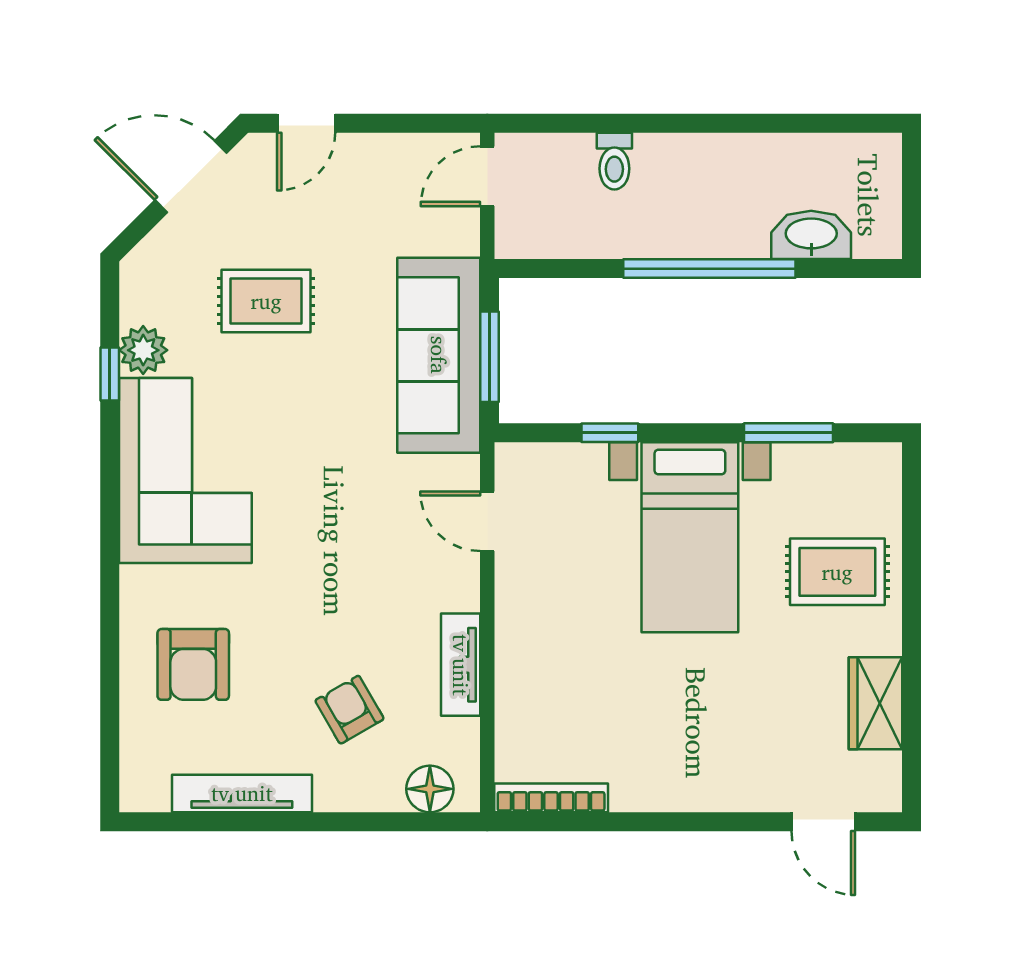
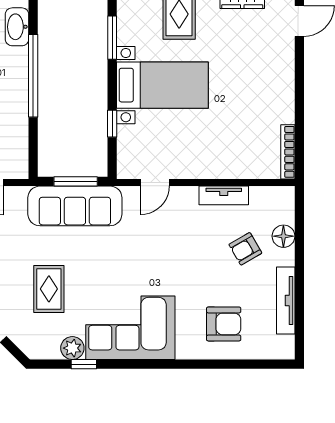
floor lamp: (430, 789) -> (283, 236), moved

